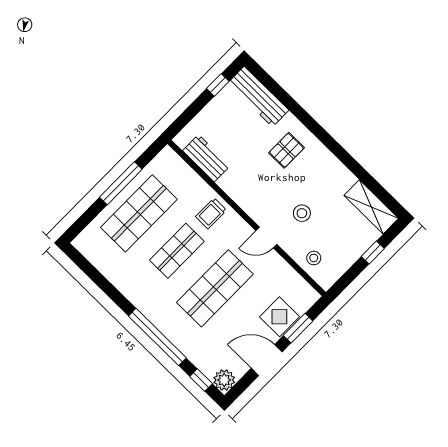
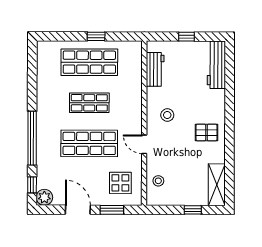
window: (218, 85) -> (187, 37), moved
pallet: (286, 150) -> (206, 133), moved
window: (121, 183) -> (96, 36), width x0.46
trolley: (211, 213) -> (128, 101), removed
stool: (302, 213) -> (167, 115), moved
display table: (279, 317) -> (120, 183), moved

